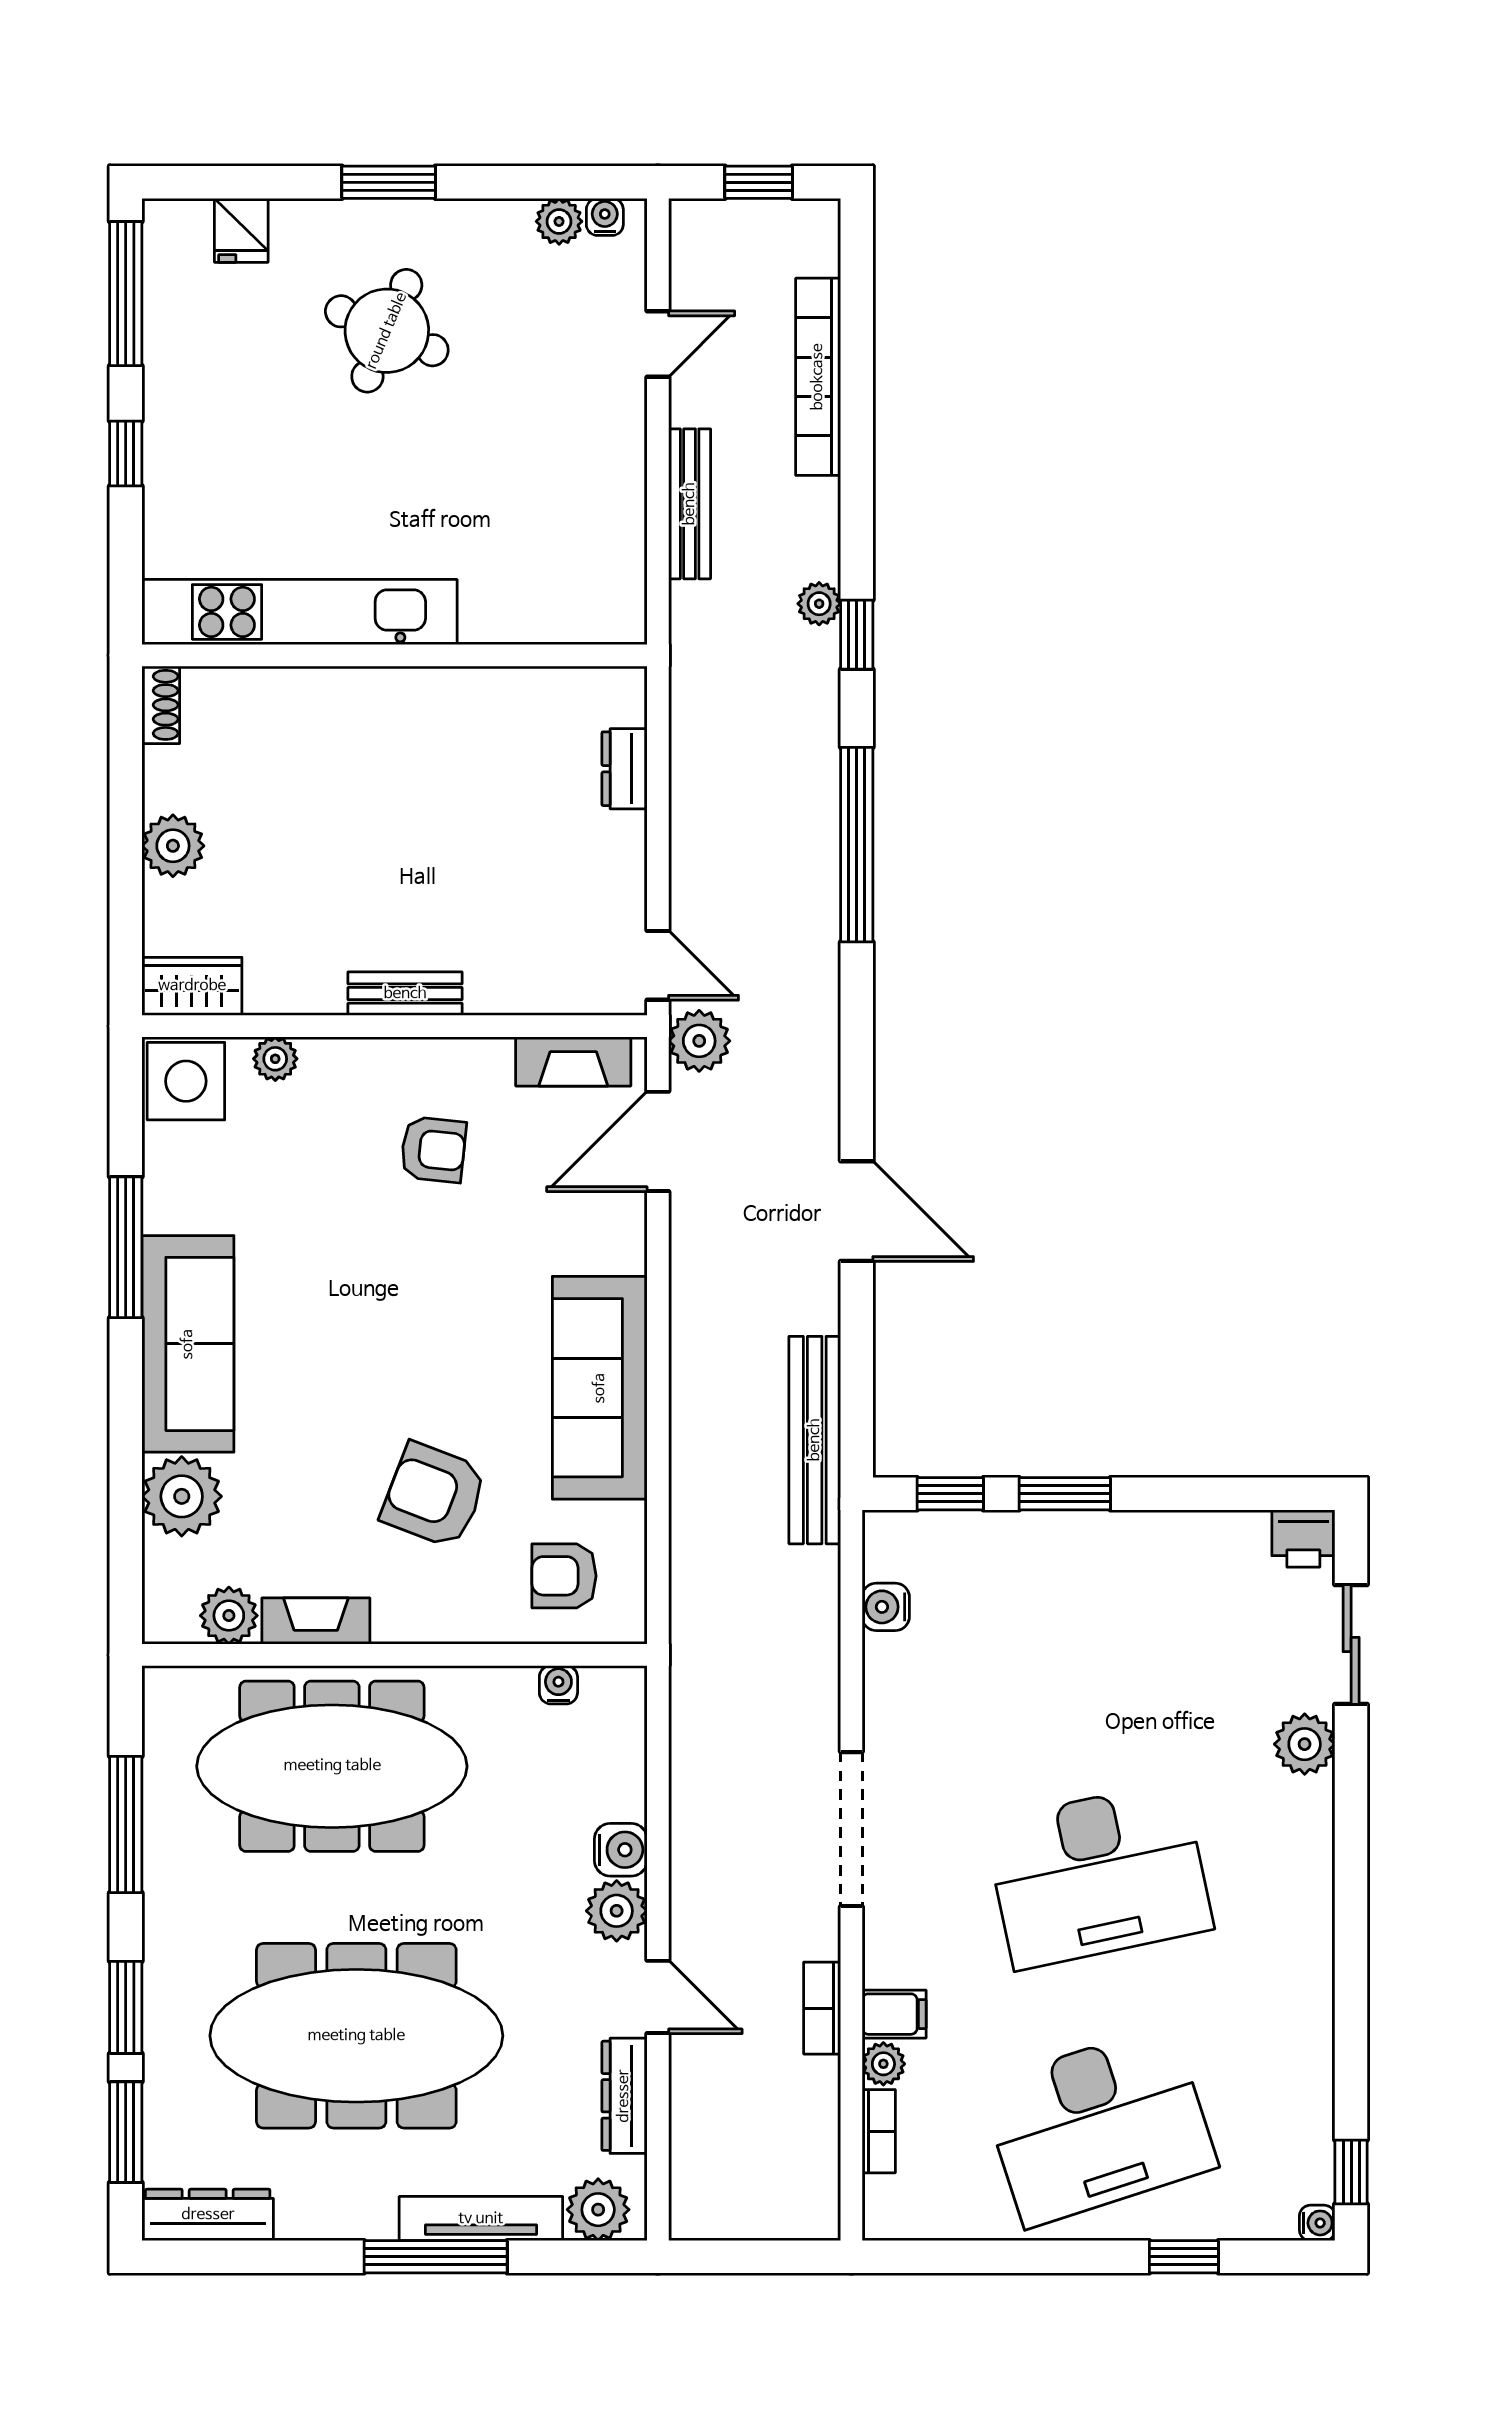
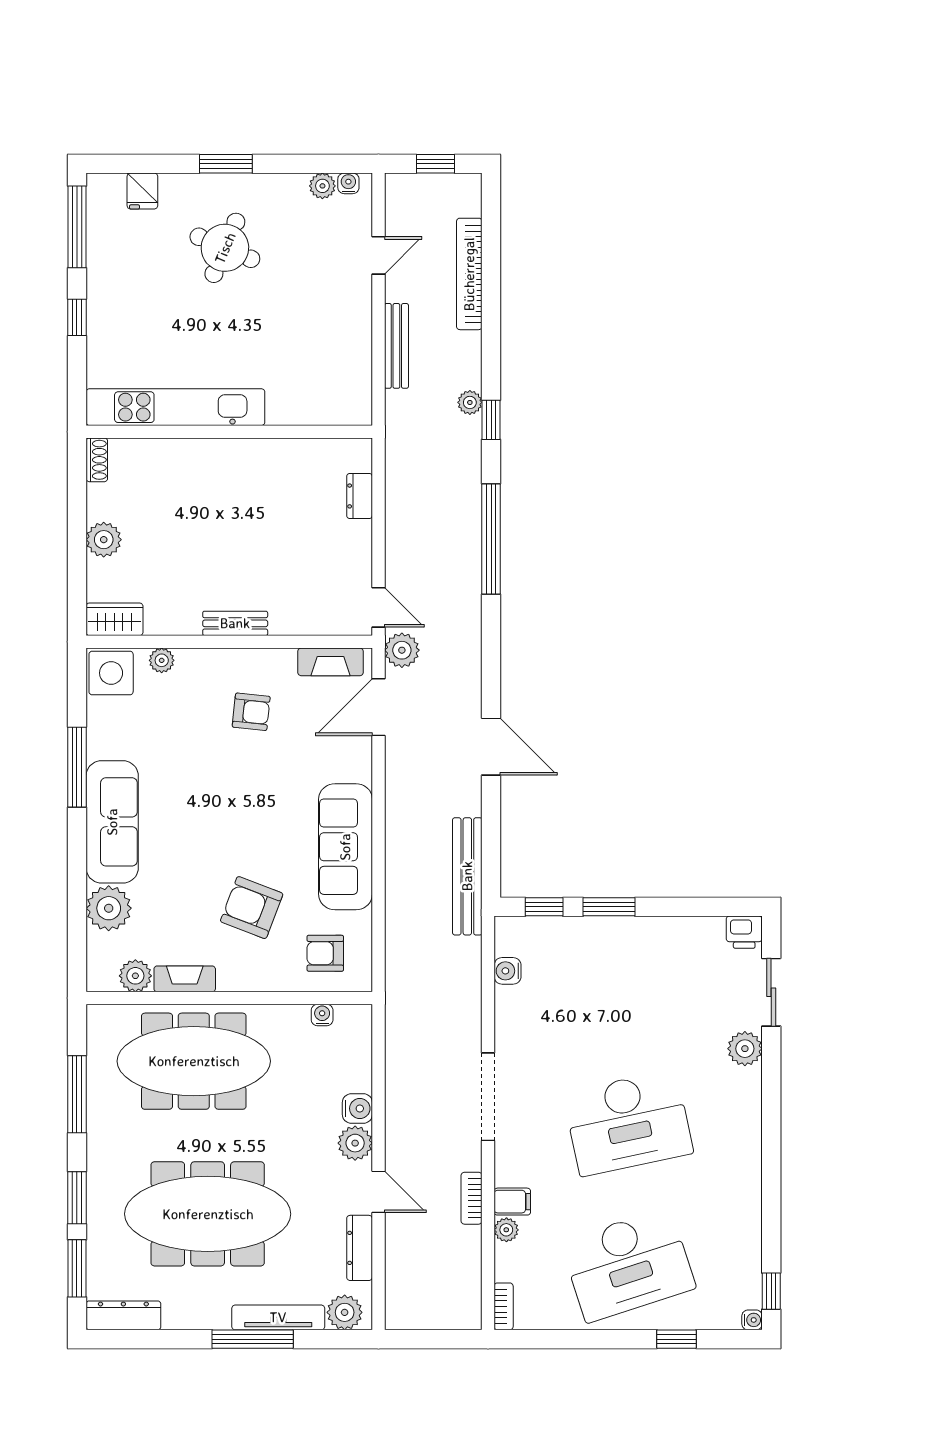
bookcase: (879, 2131) -> (504, 1306), moved

